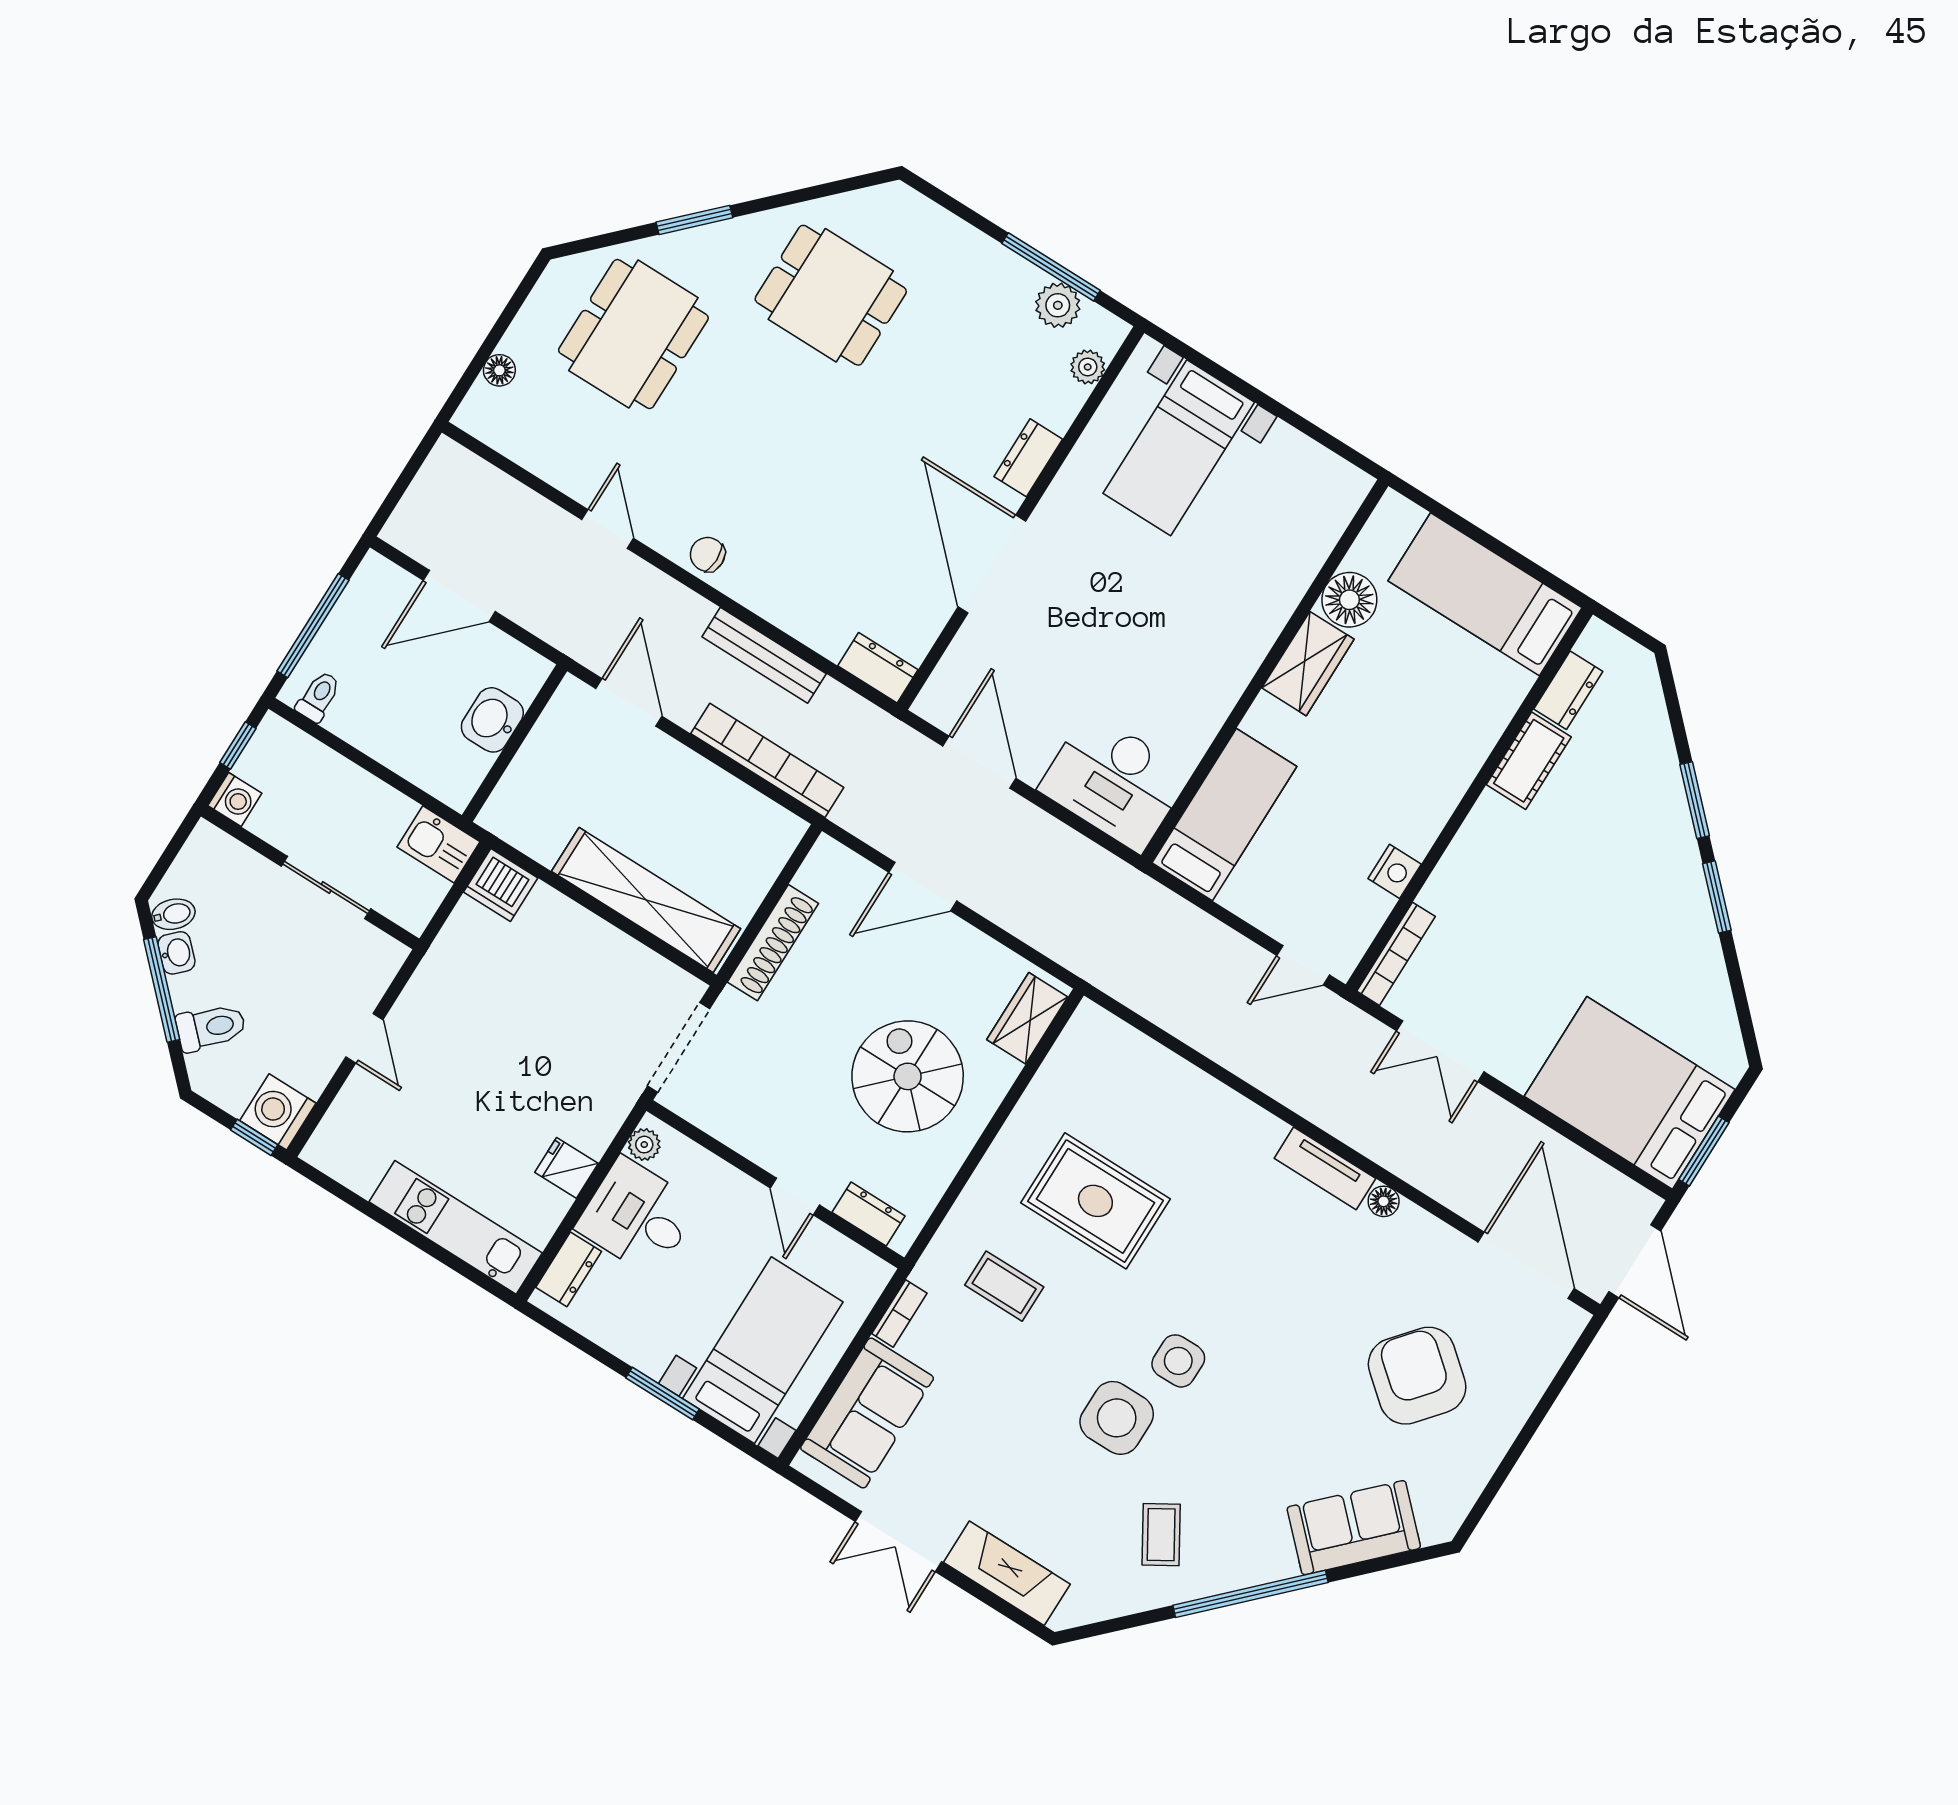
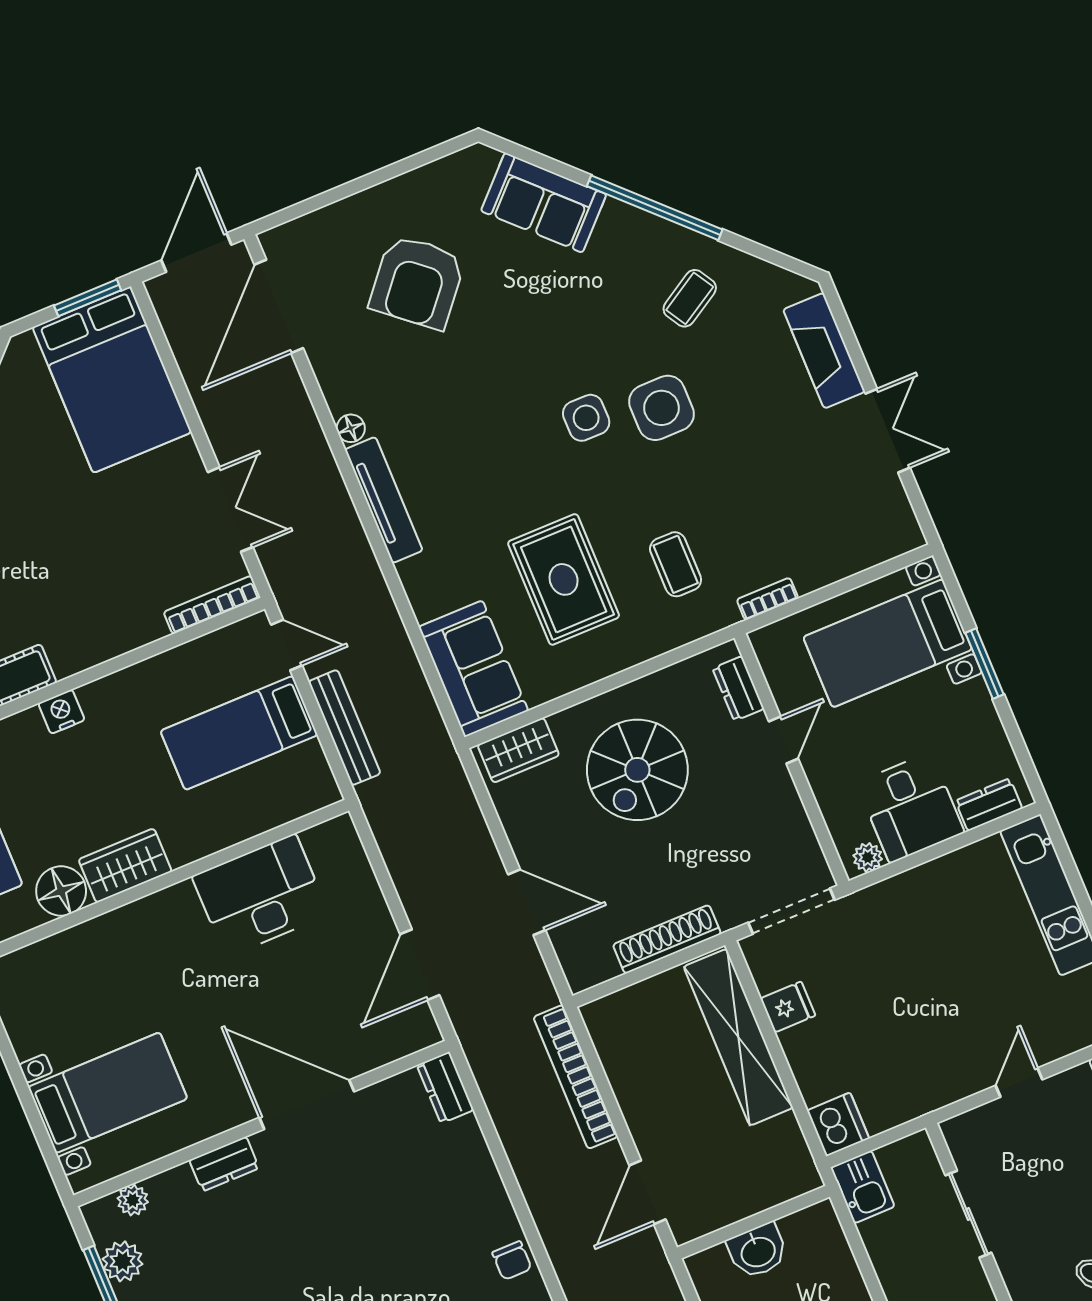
door: (992, 564) -> (307, 1105), swing flipped
bench: (764, 655) -> (344, 728), moved
desk: (1114, 782) -> (260, 895), moved, turned -90
bed: (1224, 815) -> (239, 733), moved
nightstand: (1395, 871) -> (61, 712), moved
fridge: (567, 1168) -> (788, 1007), moved, turned -90
tv unit: (1325, 1168) -> (384, 500), width x1.41
sofa: (867, 1413) -> (473, 669), moved, turned 90

